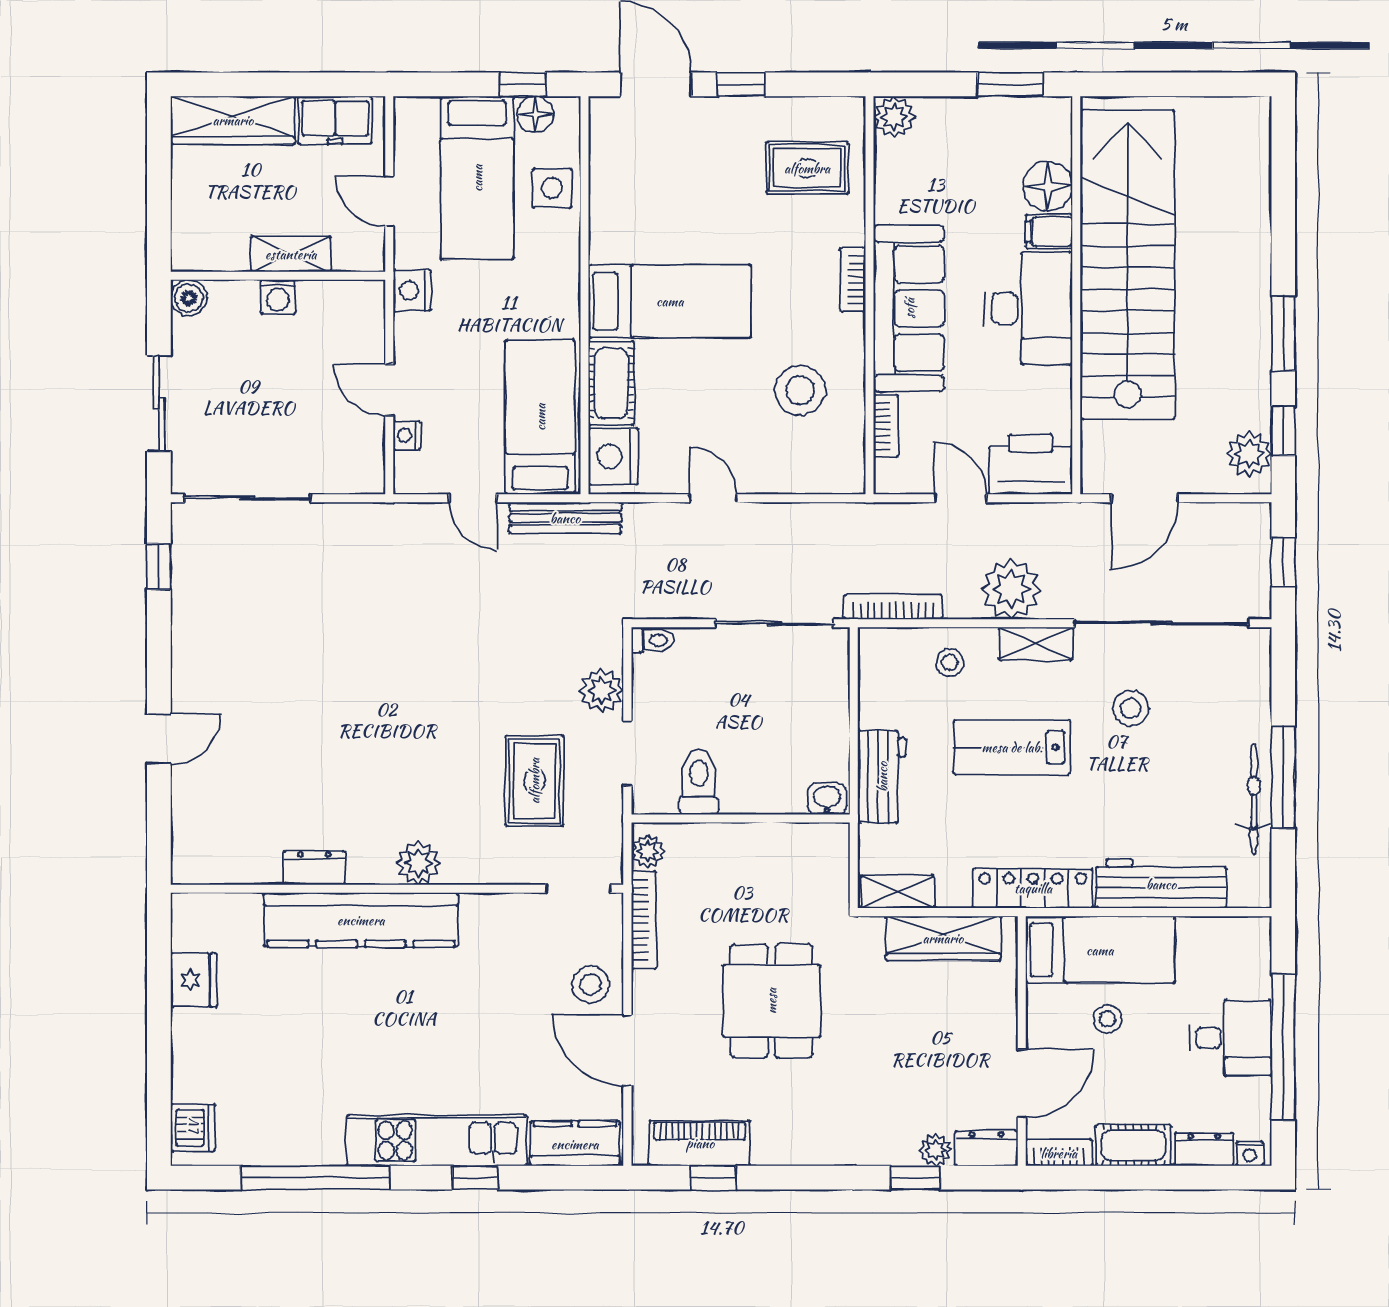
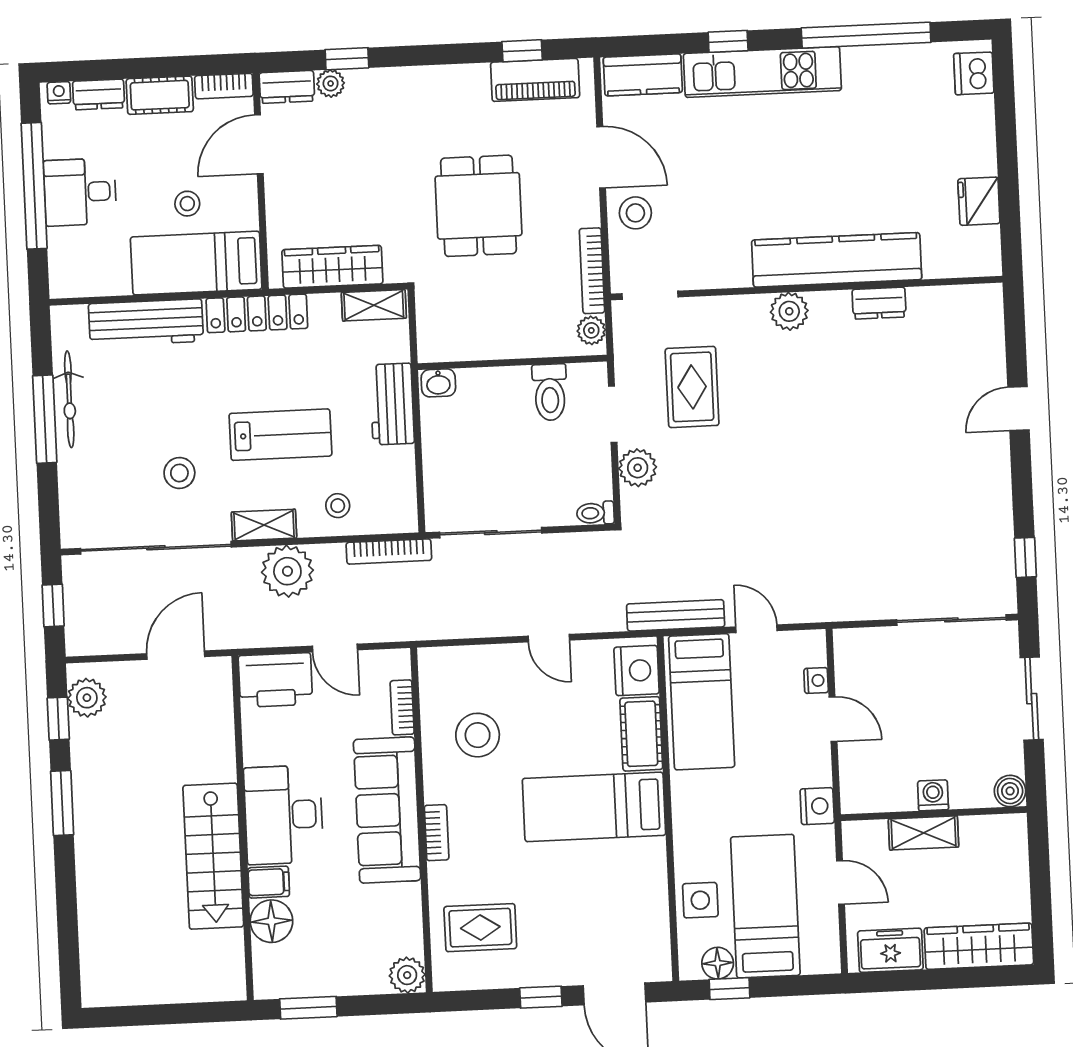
stairs: (1128, 264) -> (213, 856), width x0.54, depth x0.66

